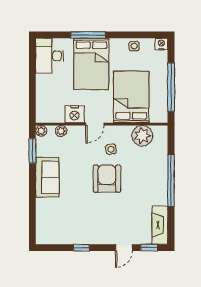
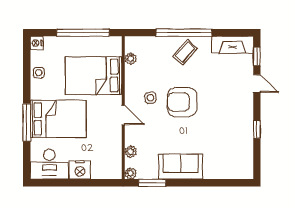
nightstand: (75, 114) -> (80, 170), moved, turned 90
plant: (142, 136) -> (131, 59), width x0.53, depth x0.53
coffee table: (153, 181) -> (185, 52), added

